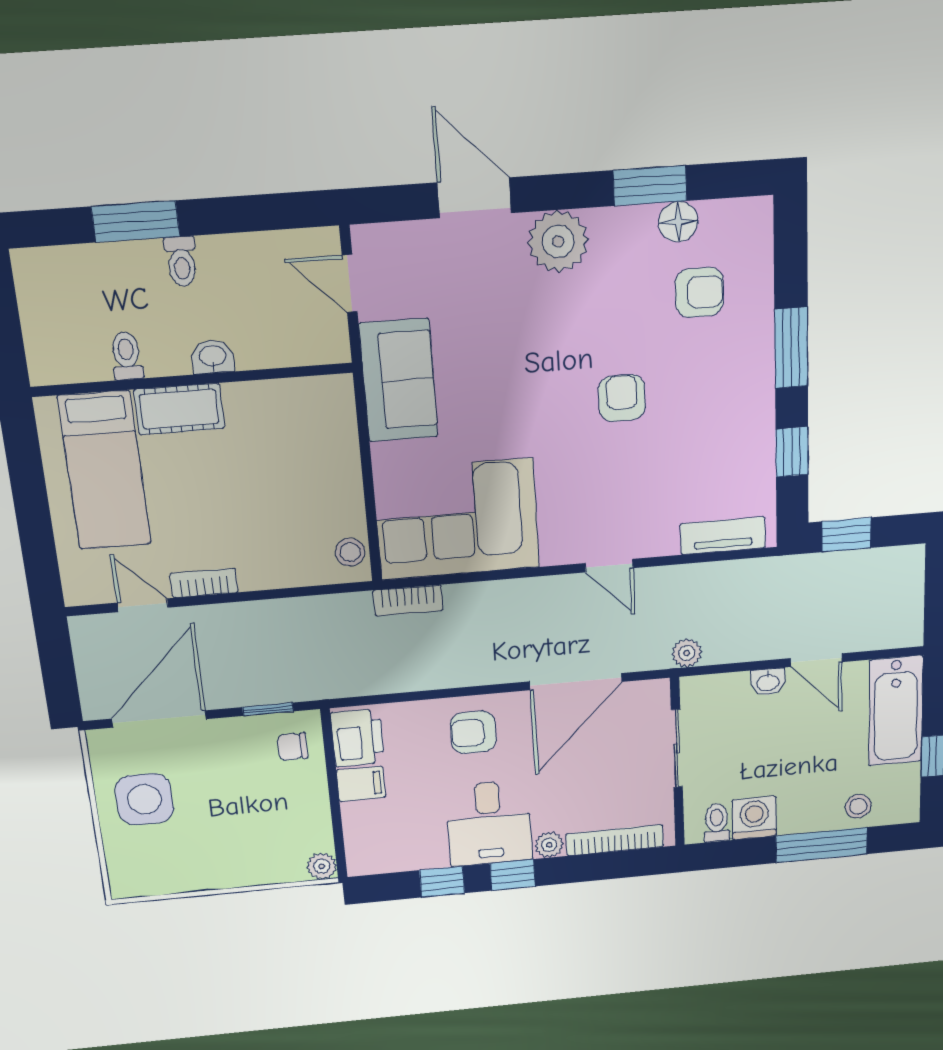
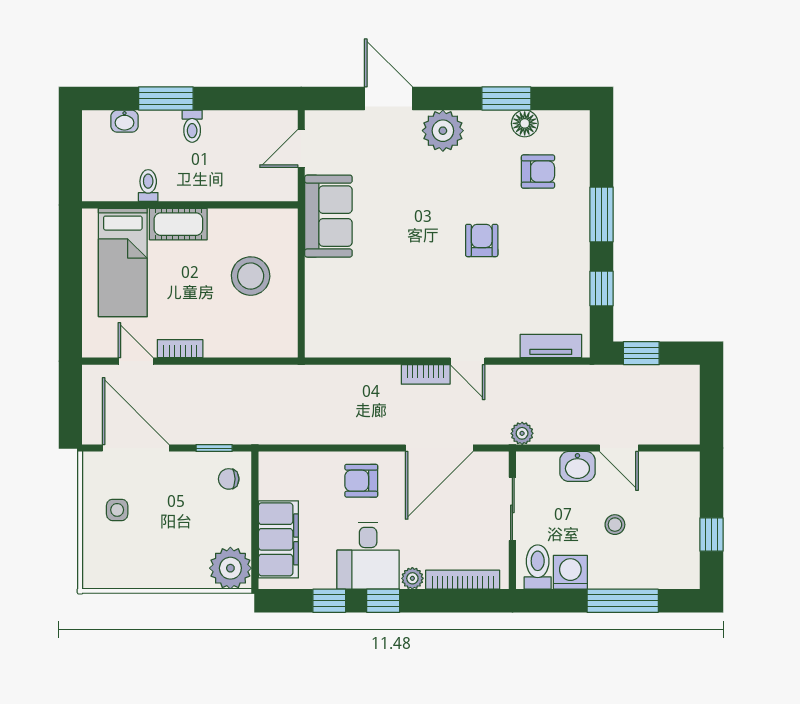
door: (350, 283) -> (301, 148), hinge flipped
washbasin: (213, 357) -> (124, 121), moved, turned 180
corner sofa: (457, 519) -> (361, 318), removed
stool: (350, 552) -> (251, 276), moved, width x1.89, depth x1.89
bookcase: (408, 600) -> (426, 374), moved
washbasin: (768, 682) -> (577, 466), width x1.38, depth x1.45
bathtub: (896, 711) -> (680, 495), removed
door: (159, 719) -> (136, 448), hinge flipped
printer: (358, 738) -> (276, 477), removed
filing cabinet: (361, 784) -> (278, 539), width x3.00, depth x1.17
side table: (144, 799) -> (117, 510), width x0.54, depth x0.54
stool: (858, 806) -> (615, 525), moved
toilet: (717, 823) -> (538, 567), width x1.37, depth x1.39
plant: (322, 866) -> (230, 568), width x1.87, depth x1.87

